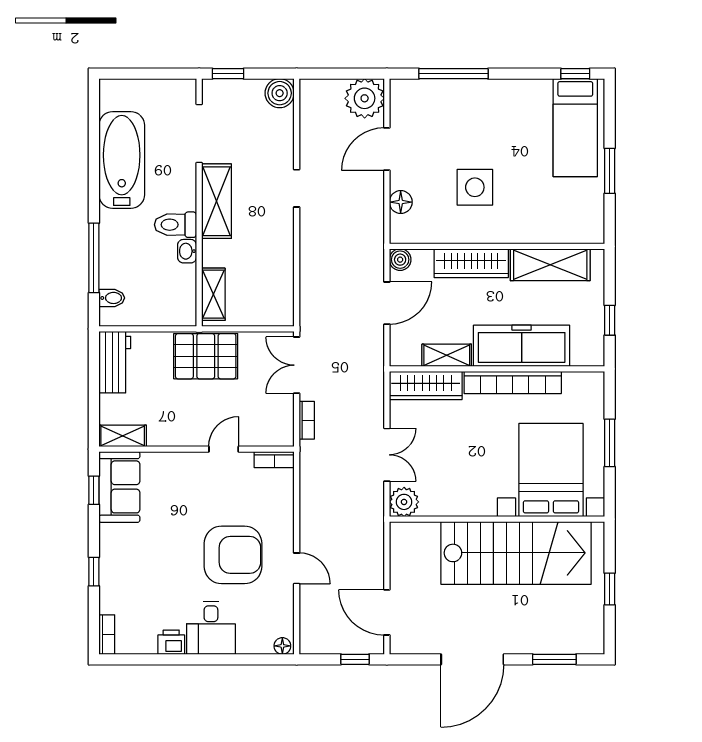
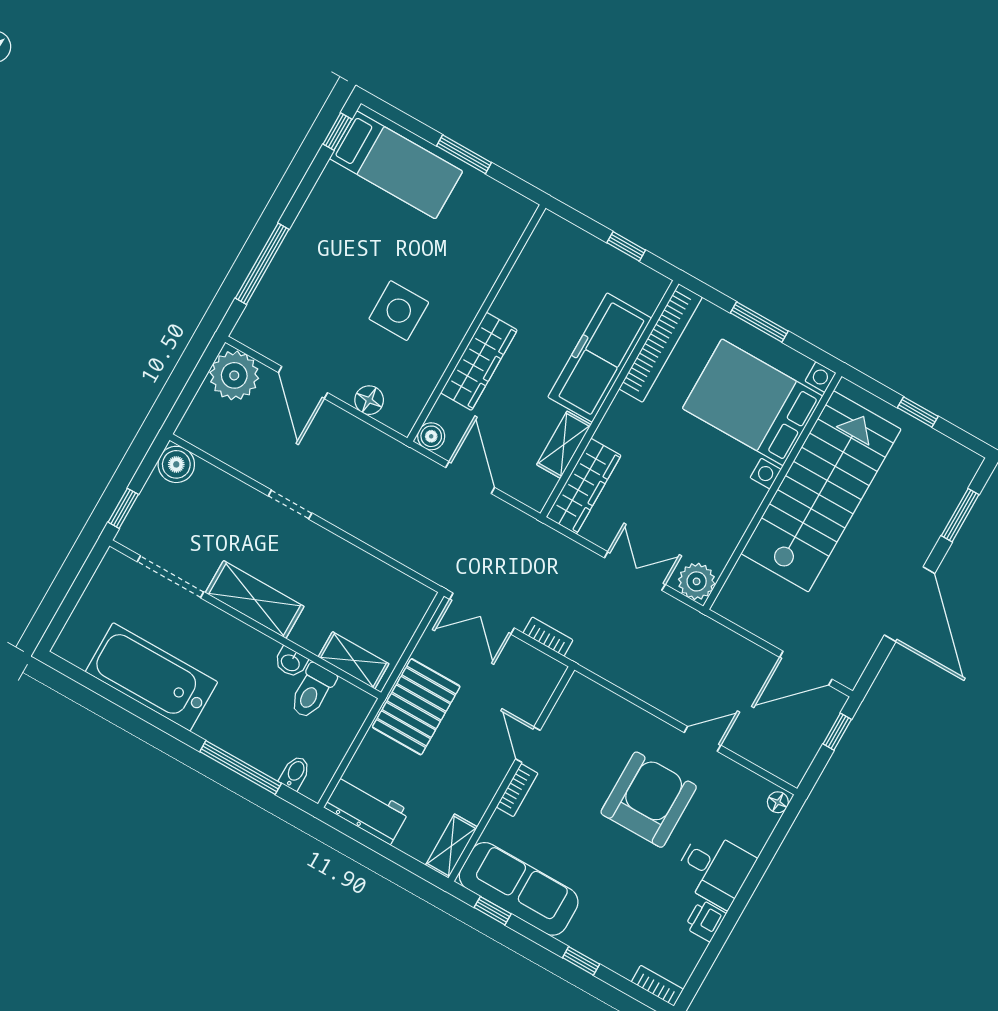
toilet: (176, 225) -> (312, 691), moved
shelving: (550, 265) -> (529, 277), removed
bookcase: (513, 382) -> (661, 343), moved
bookcase: (274, 460) -> (517, 790), moved
sofa: (119, 487) -> (519, 889), width x1.36

